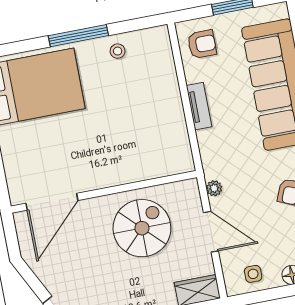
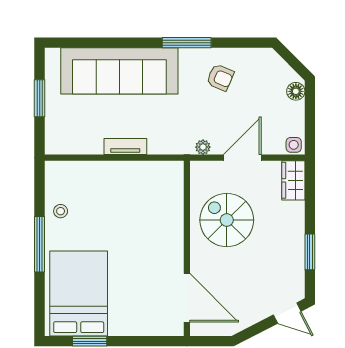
armchair: (202, 44) -> (69, 133), removed
side table: (253, 274) -> (294, 145), moved

